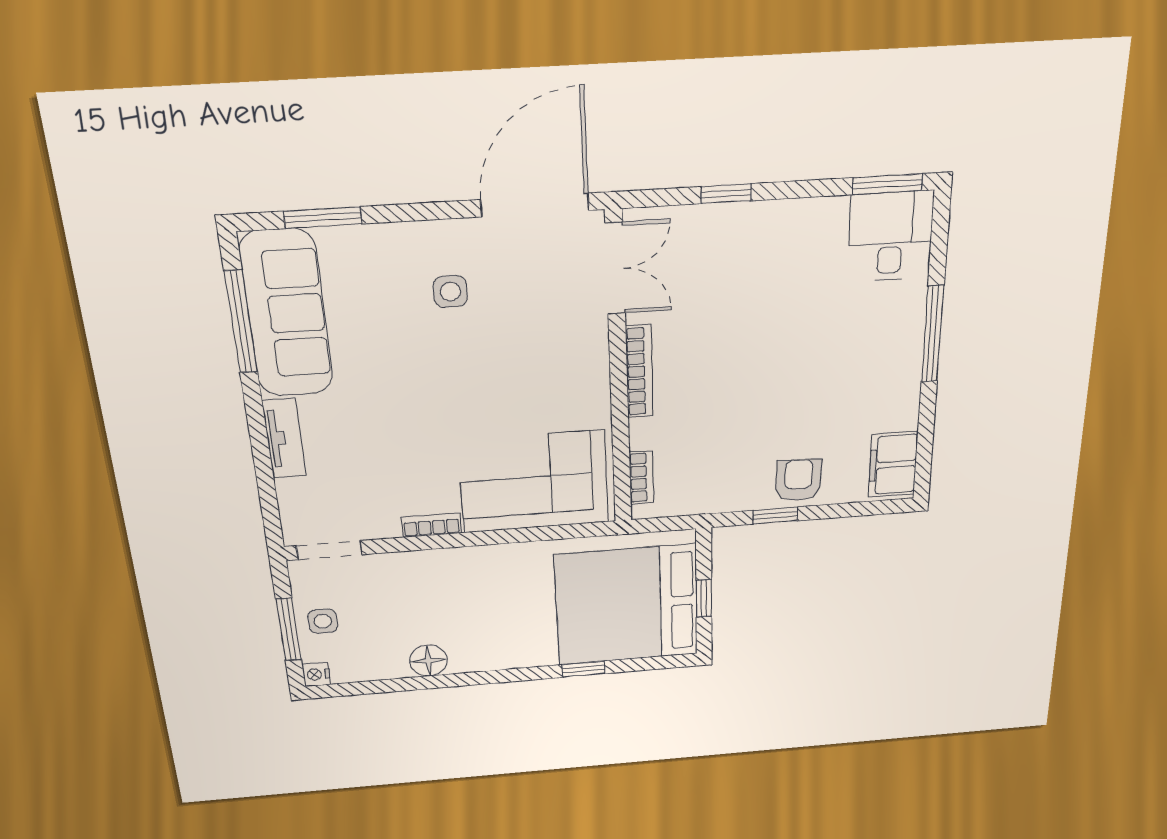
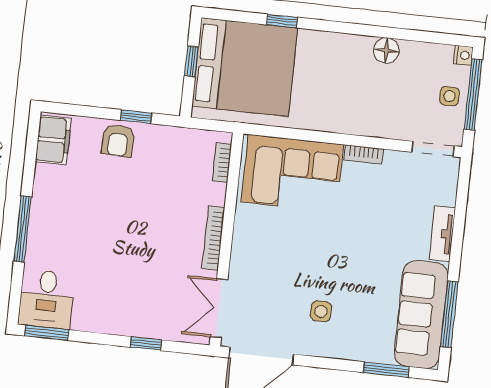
window: (289, 629) -> (473, 94), width x1.44

